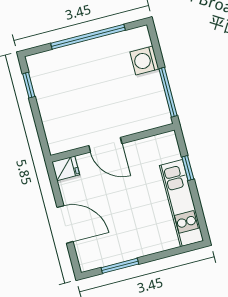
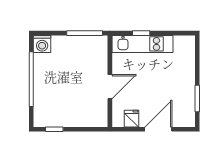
washing machine: (144, 61) -> (42, 44), moved
fridge: (66, 168) -> (132, 119), moved
kitchen unit: (182, 203) -> (142, 44), moved

